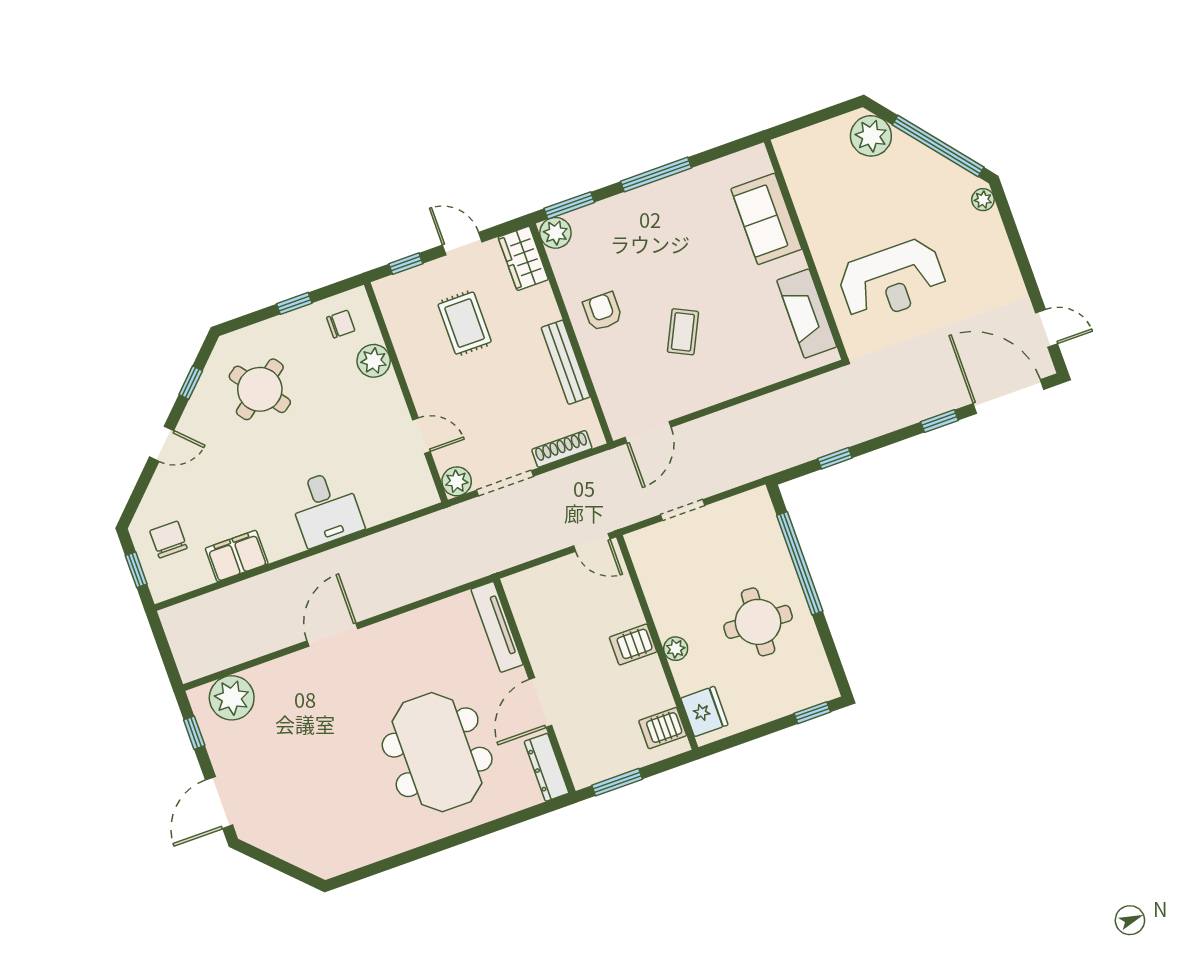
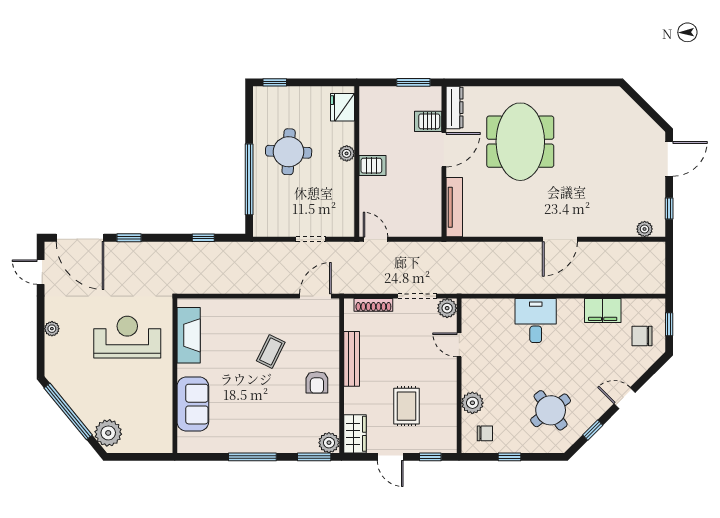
plant: (983, 200) -> (52, 329), moved
chair: (341, 324) -> (485, 433), turned 180
chair: (168, 540) -> (642, 336), turned 90
plant: (232, 698) -> (645, 229), width x0.53, depth x0.53
server rack: (663, 728) -> (428, 121), moved, turned 180

